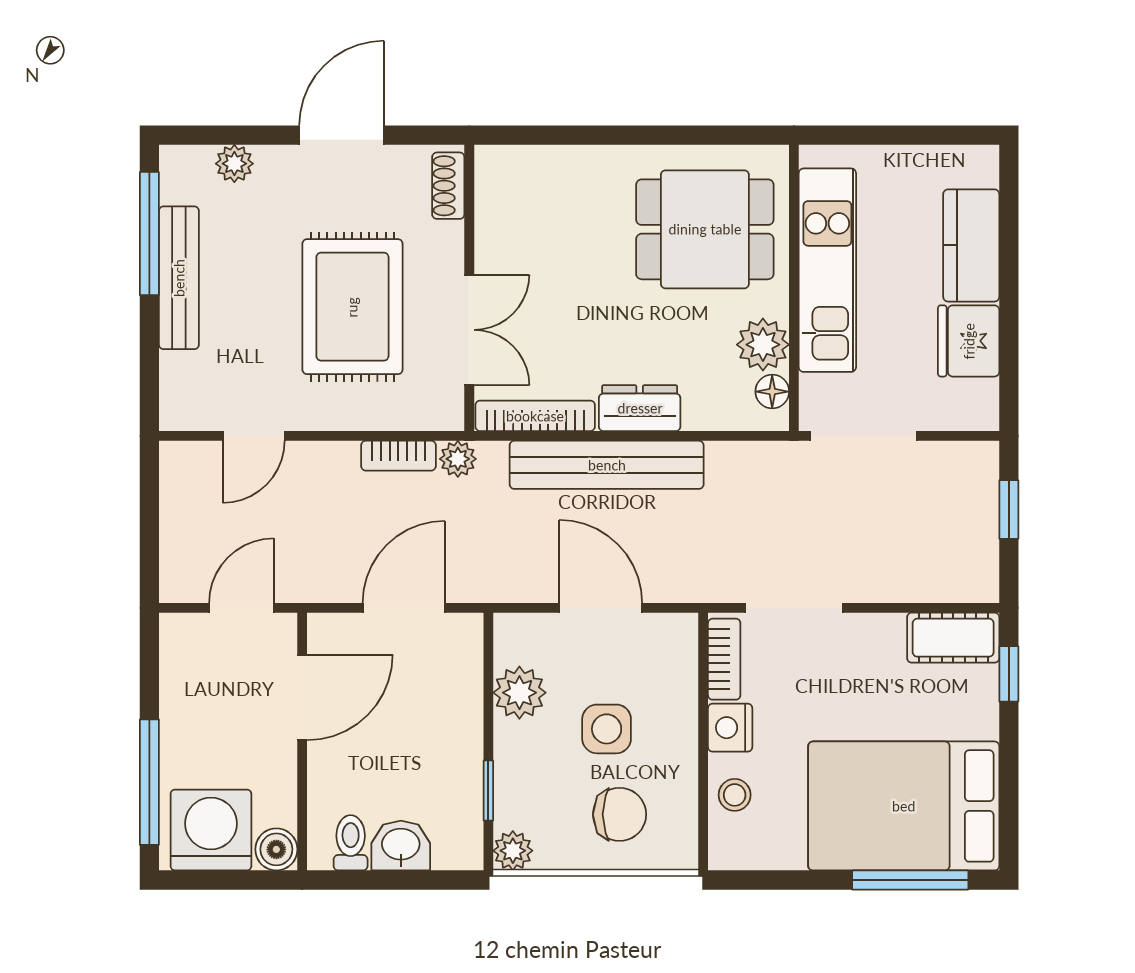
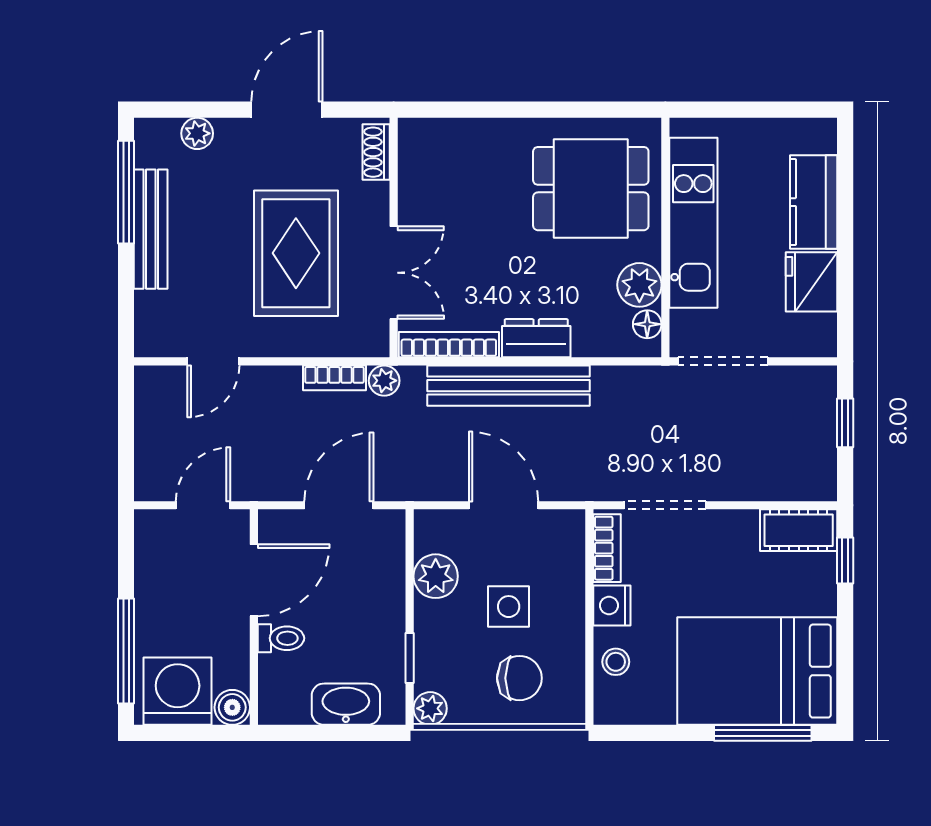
toilet: (351, 843) -> (281, 638), moved, turned 90
washbasin: (401, 846) -> (346, 704), width x1.38

